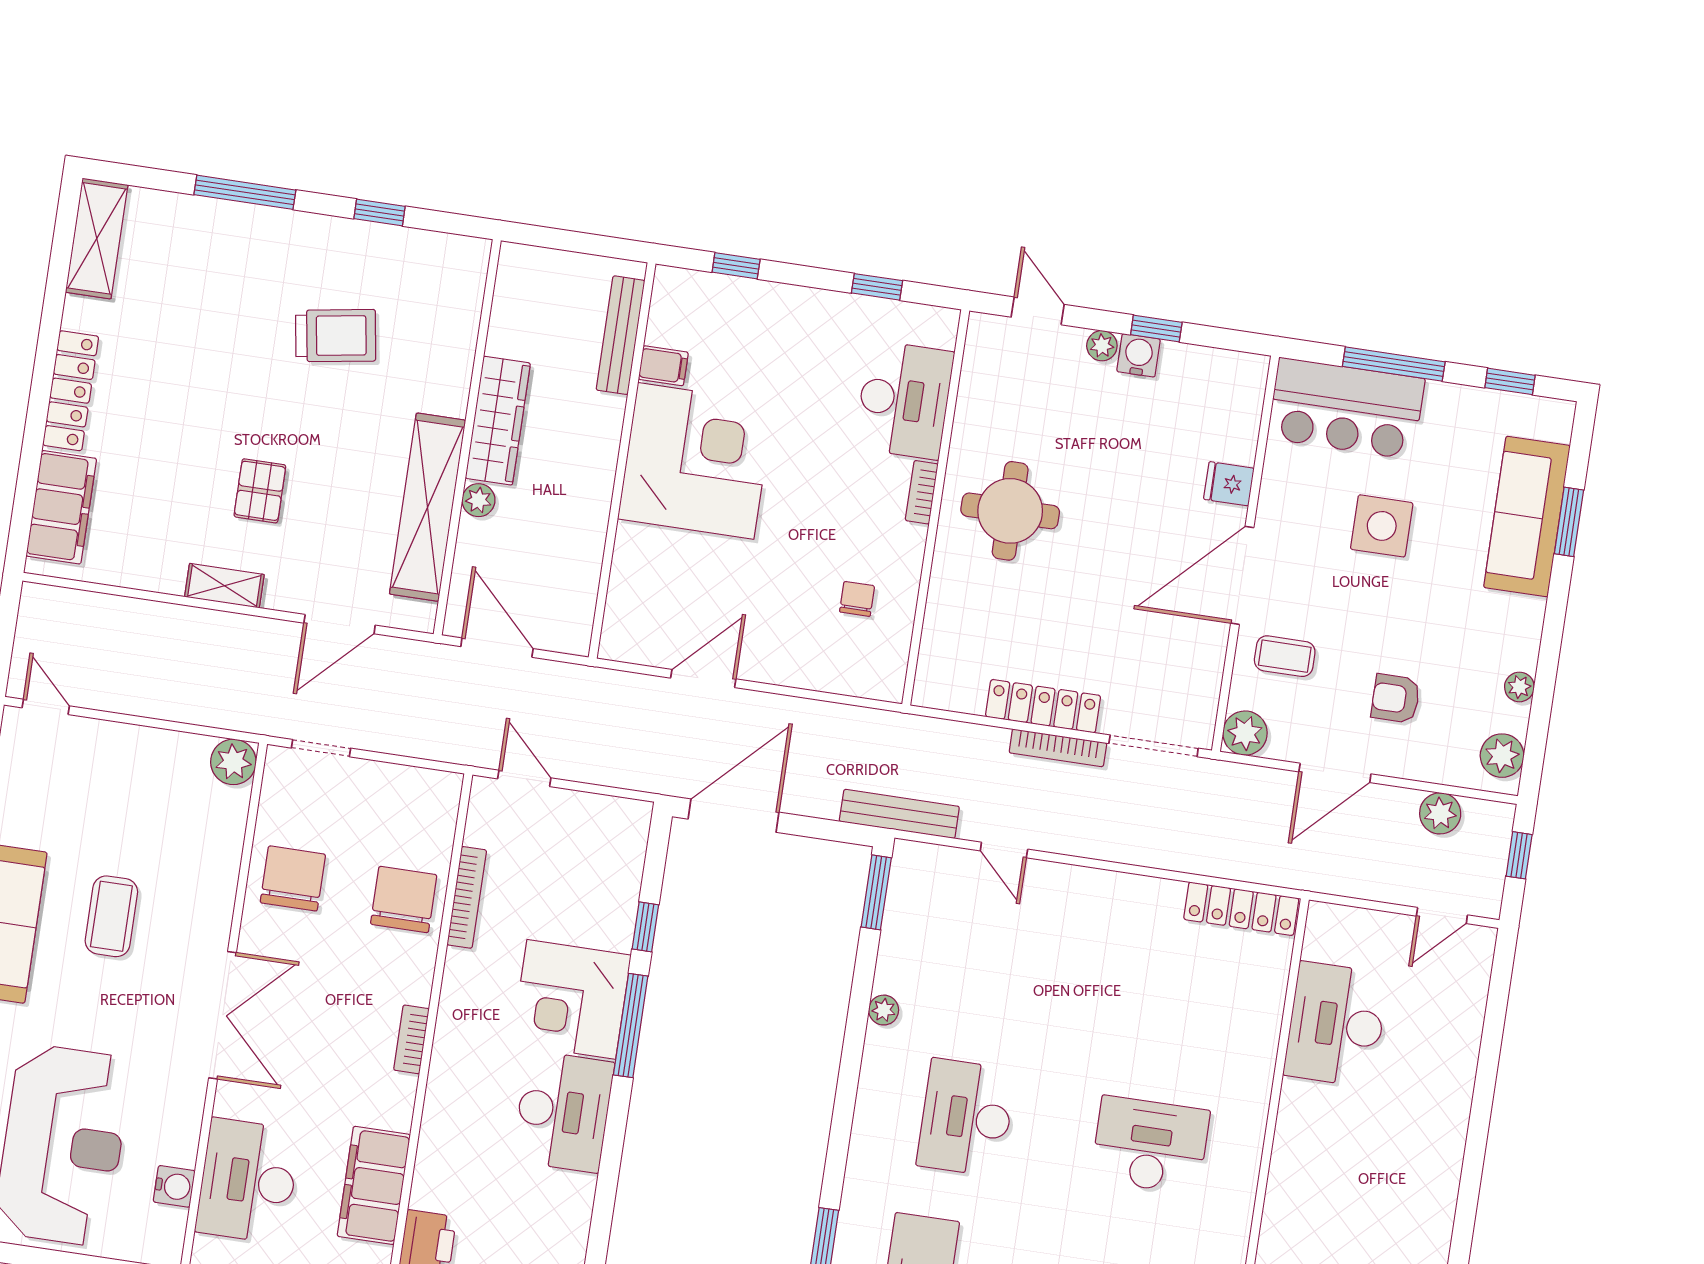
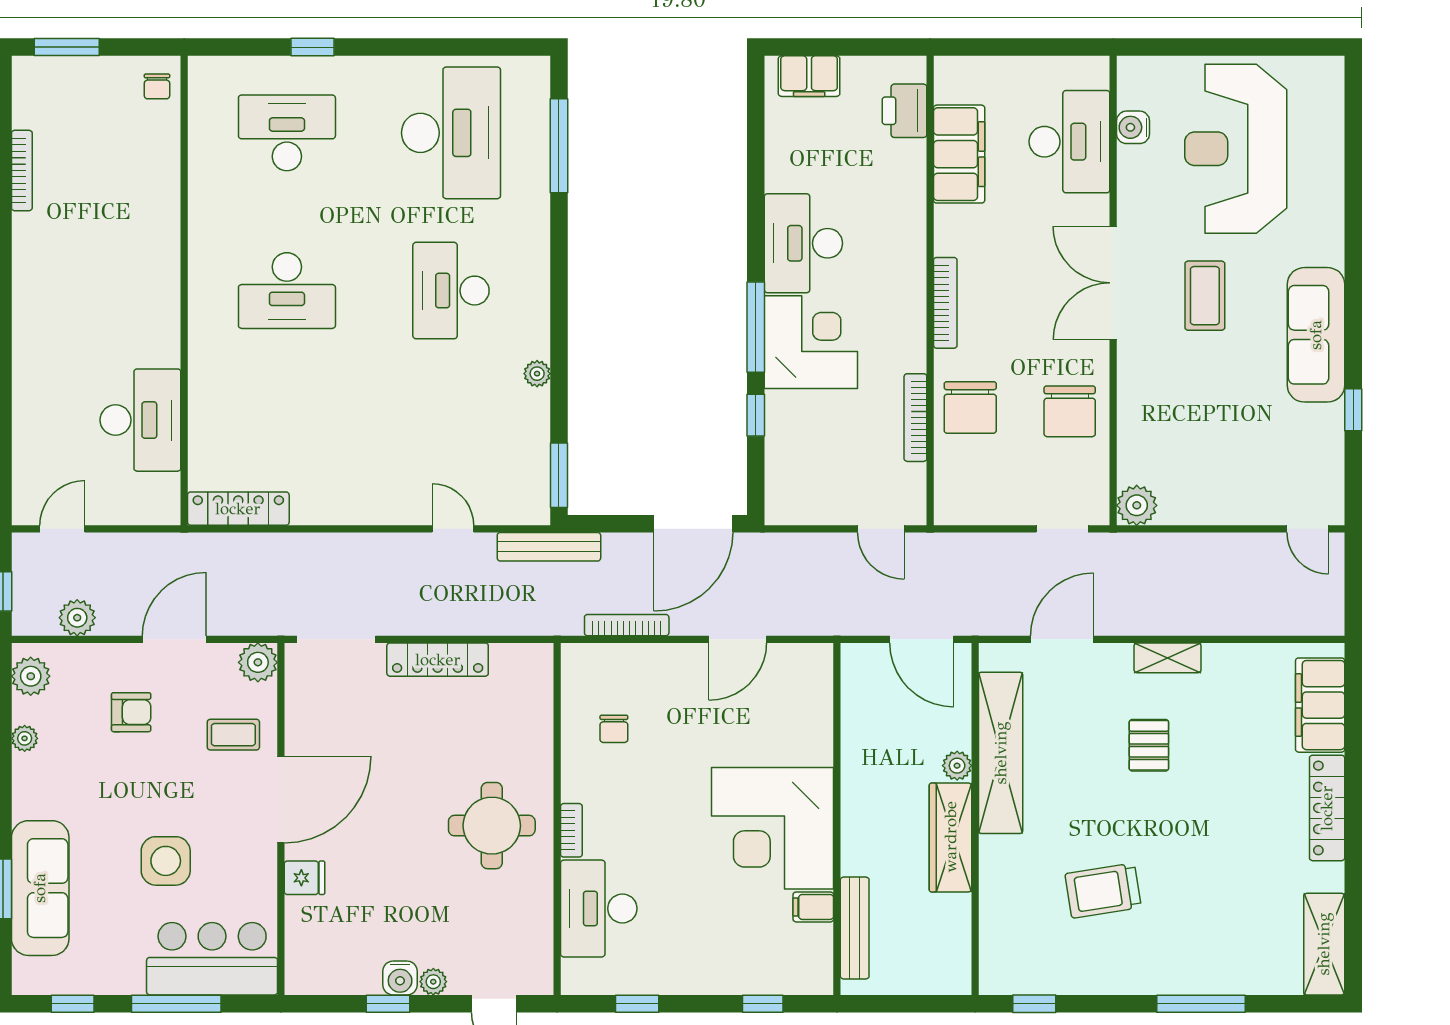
window: (379, 212) -> (1034, 1004), moved
bookcase: (1058, 748) -> (627, 625), moved
coffee table: (111, 916) -> (1205, 296), moved
bookcase: (411, 1039) -> (945, 303), width x1.56
desk: (966, 1118) -> (451, 291), turned 180

